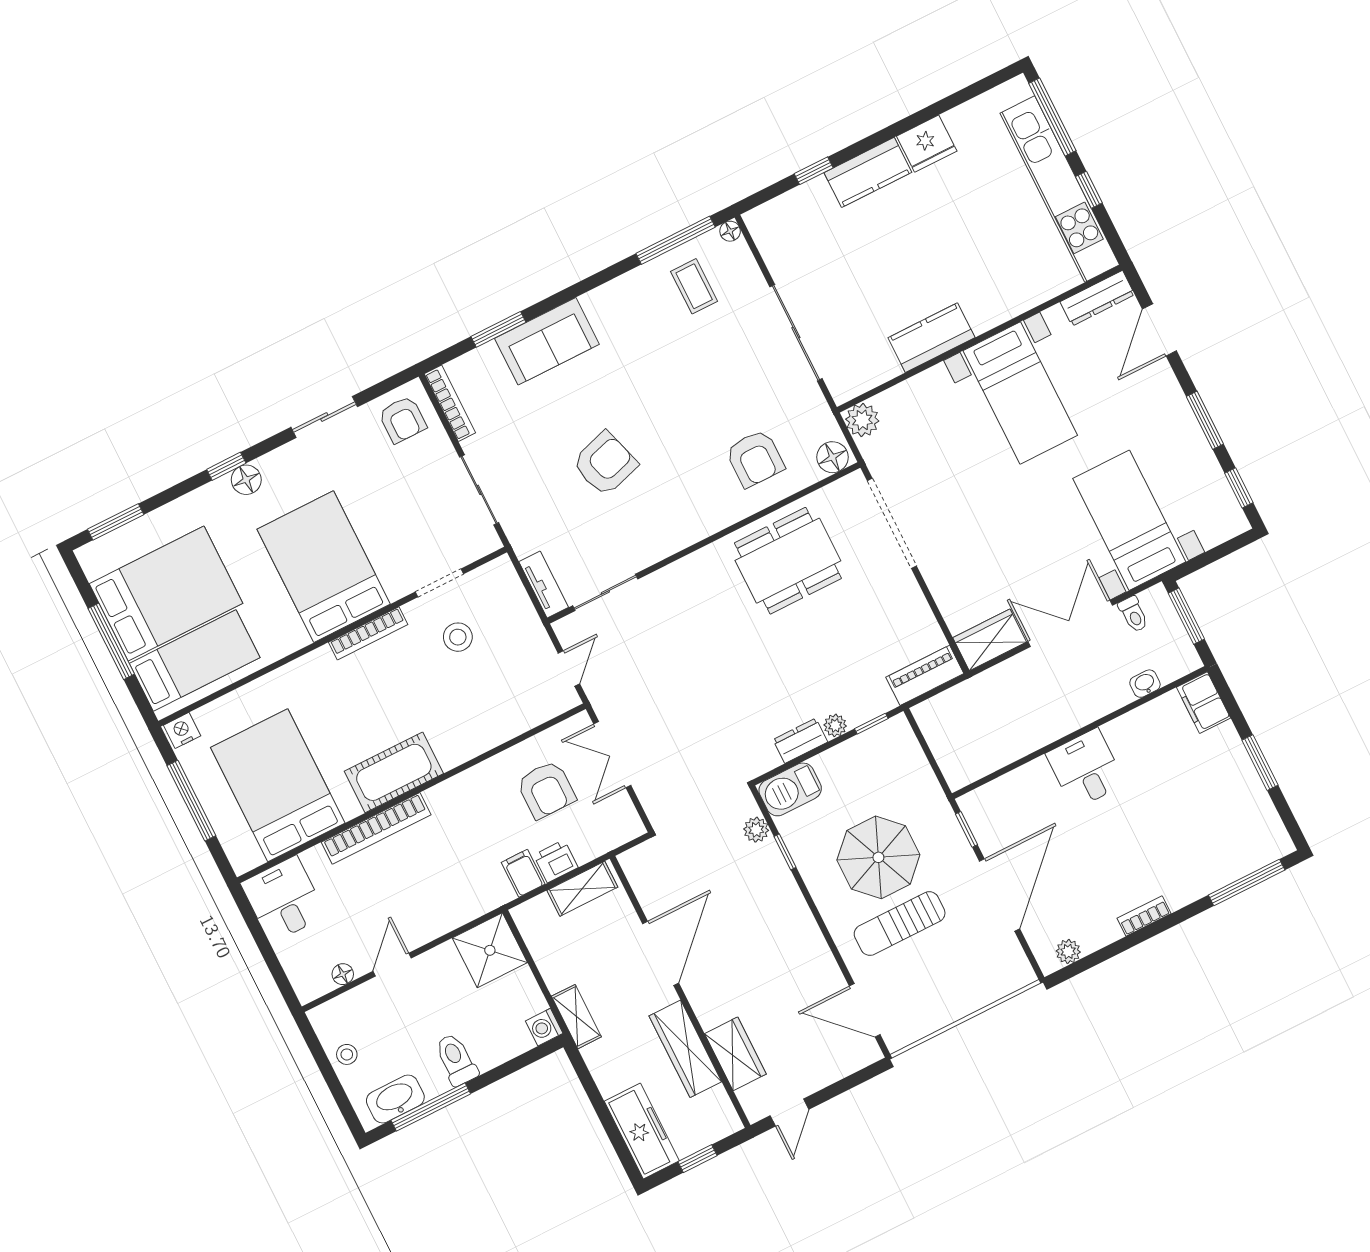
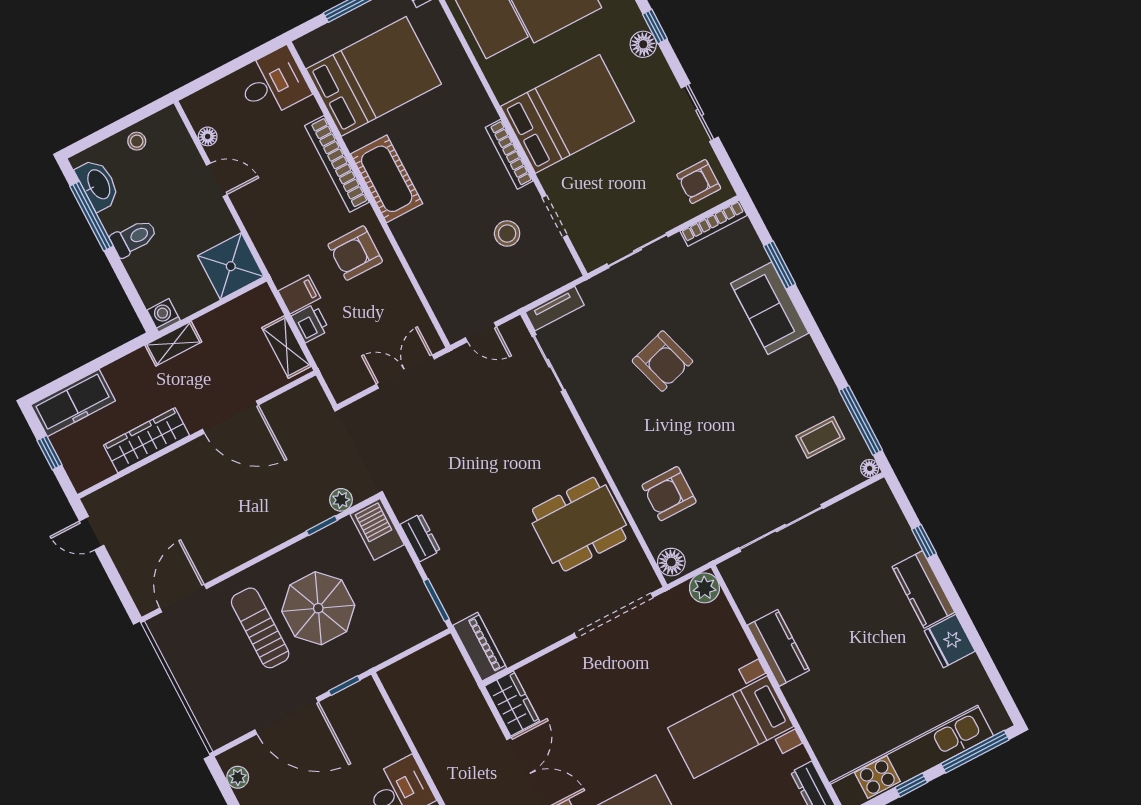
dining table: (788, 561) -> (579, 524), turned 90
window: (871, 724) -> (436, 600), width x1.50
plant: (835, 725) -> (434, 568), removed
armchair: (546, 790) -> (355, 253), moved
wardrobe: (735, 1054) -> (143, 485), removed

